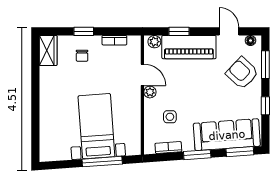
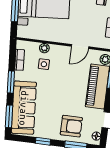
armchair: (242, 73) -> (71, 126), turned 47
plant: (150, 92) -> (44, 48), moved

